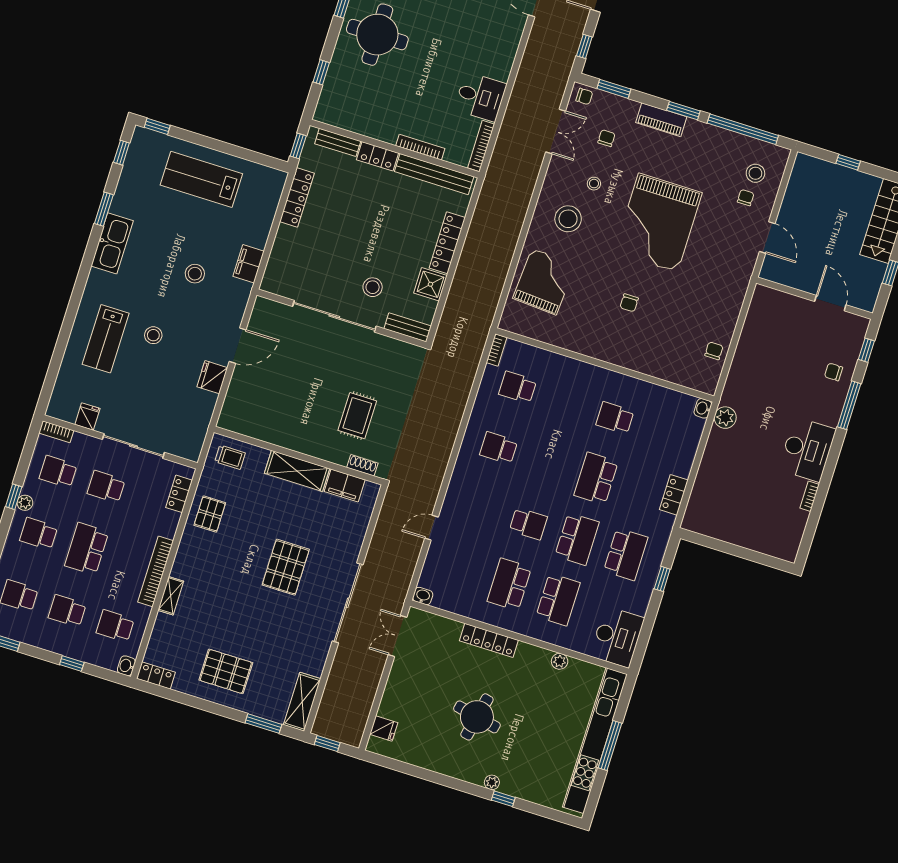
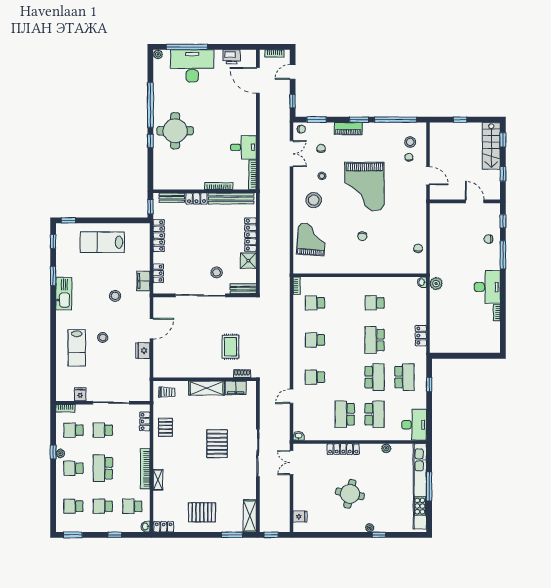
window: (321, 72) -> (150, 141), moved
locker: (277, 259) -> (158, 273), added
school desk: (528, 524) -> (315, 377), moved, turned 180

